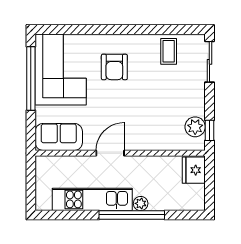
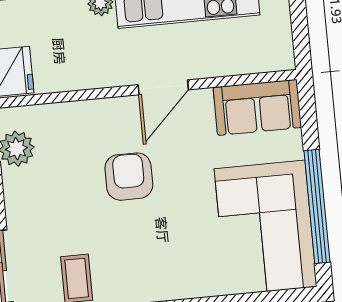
armchair: (114, 67) -> (129, 177), moved

